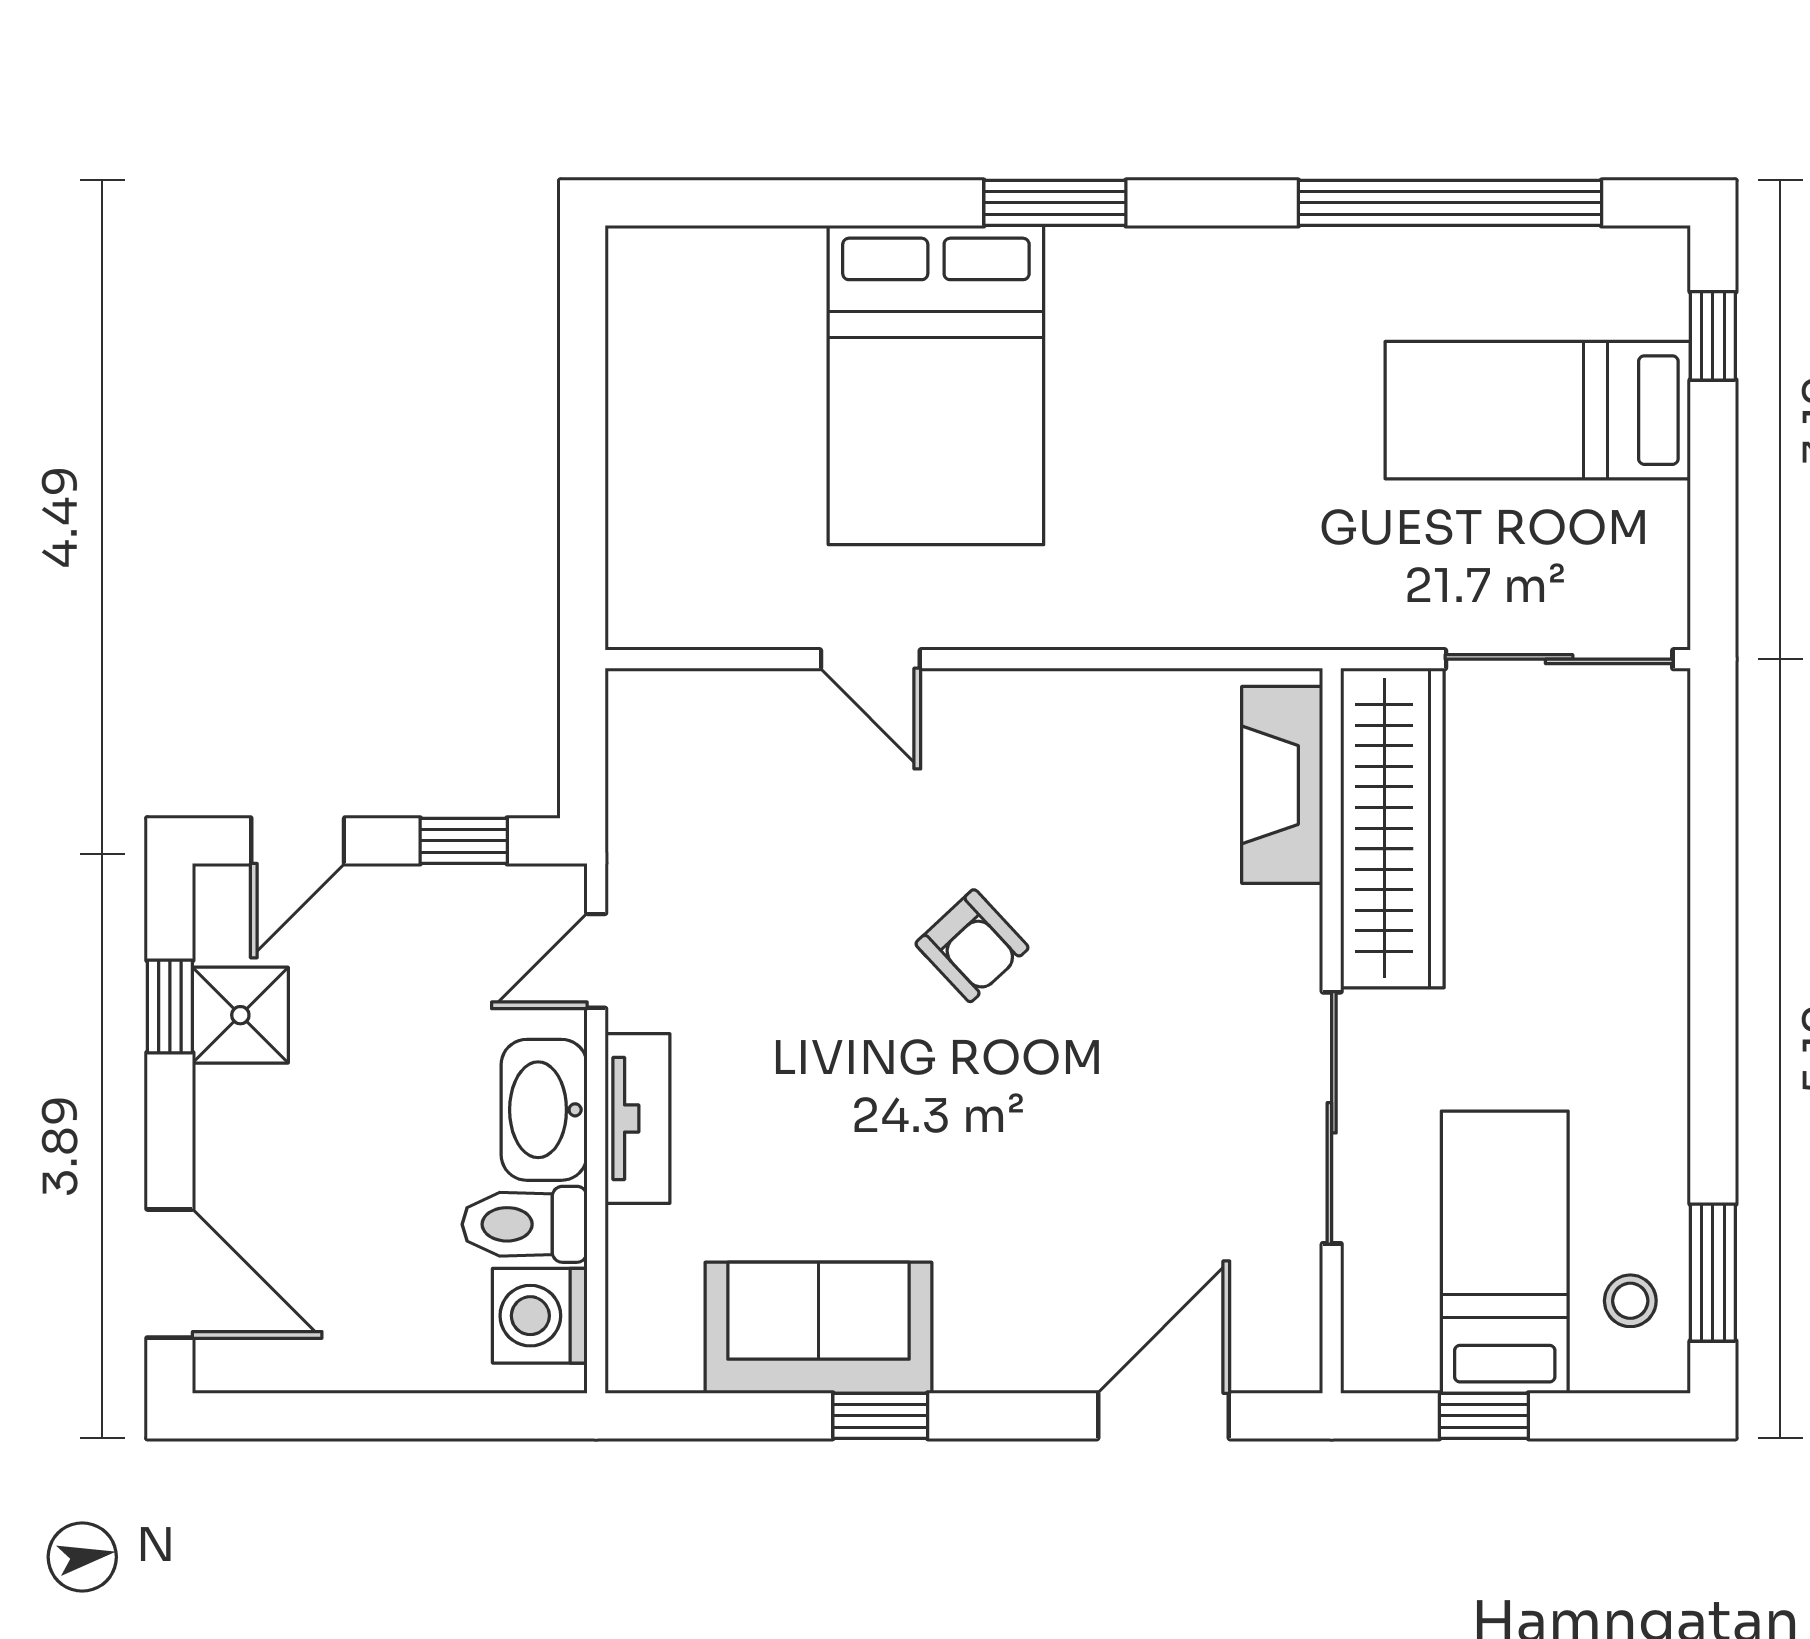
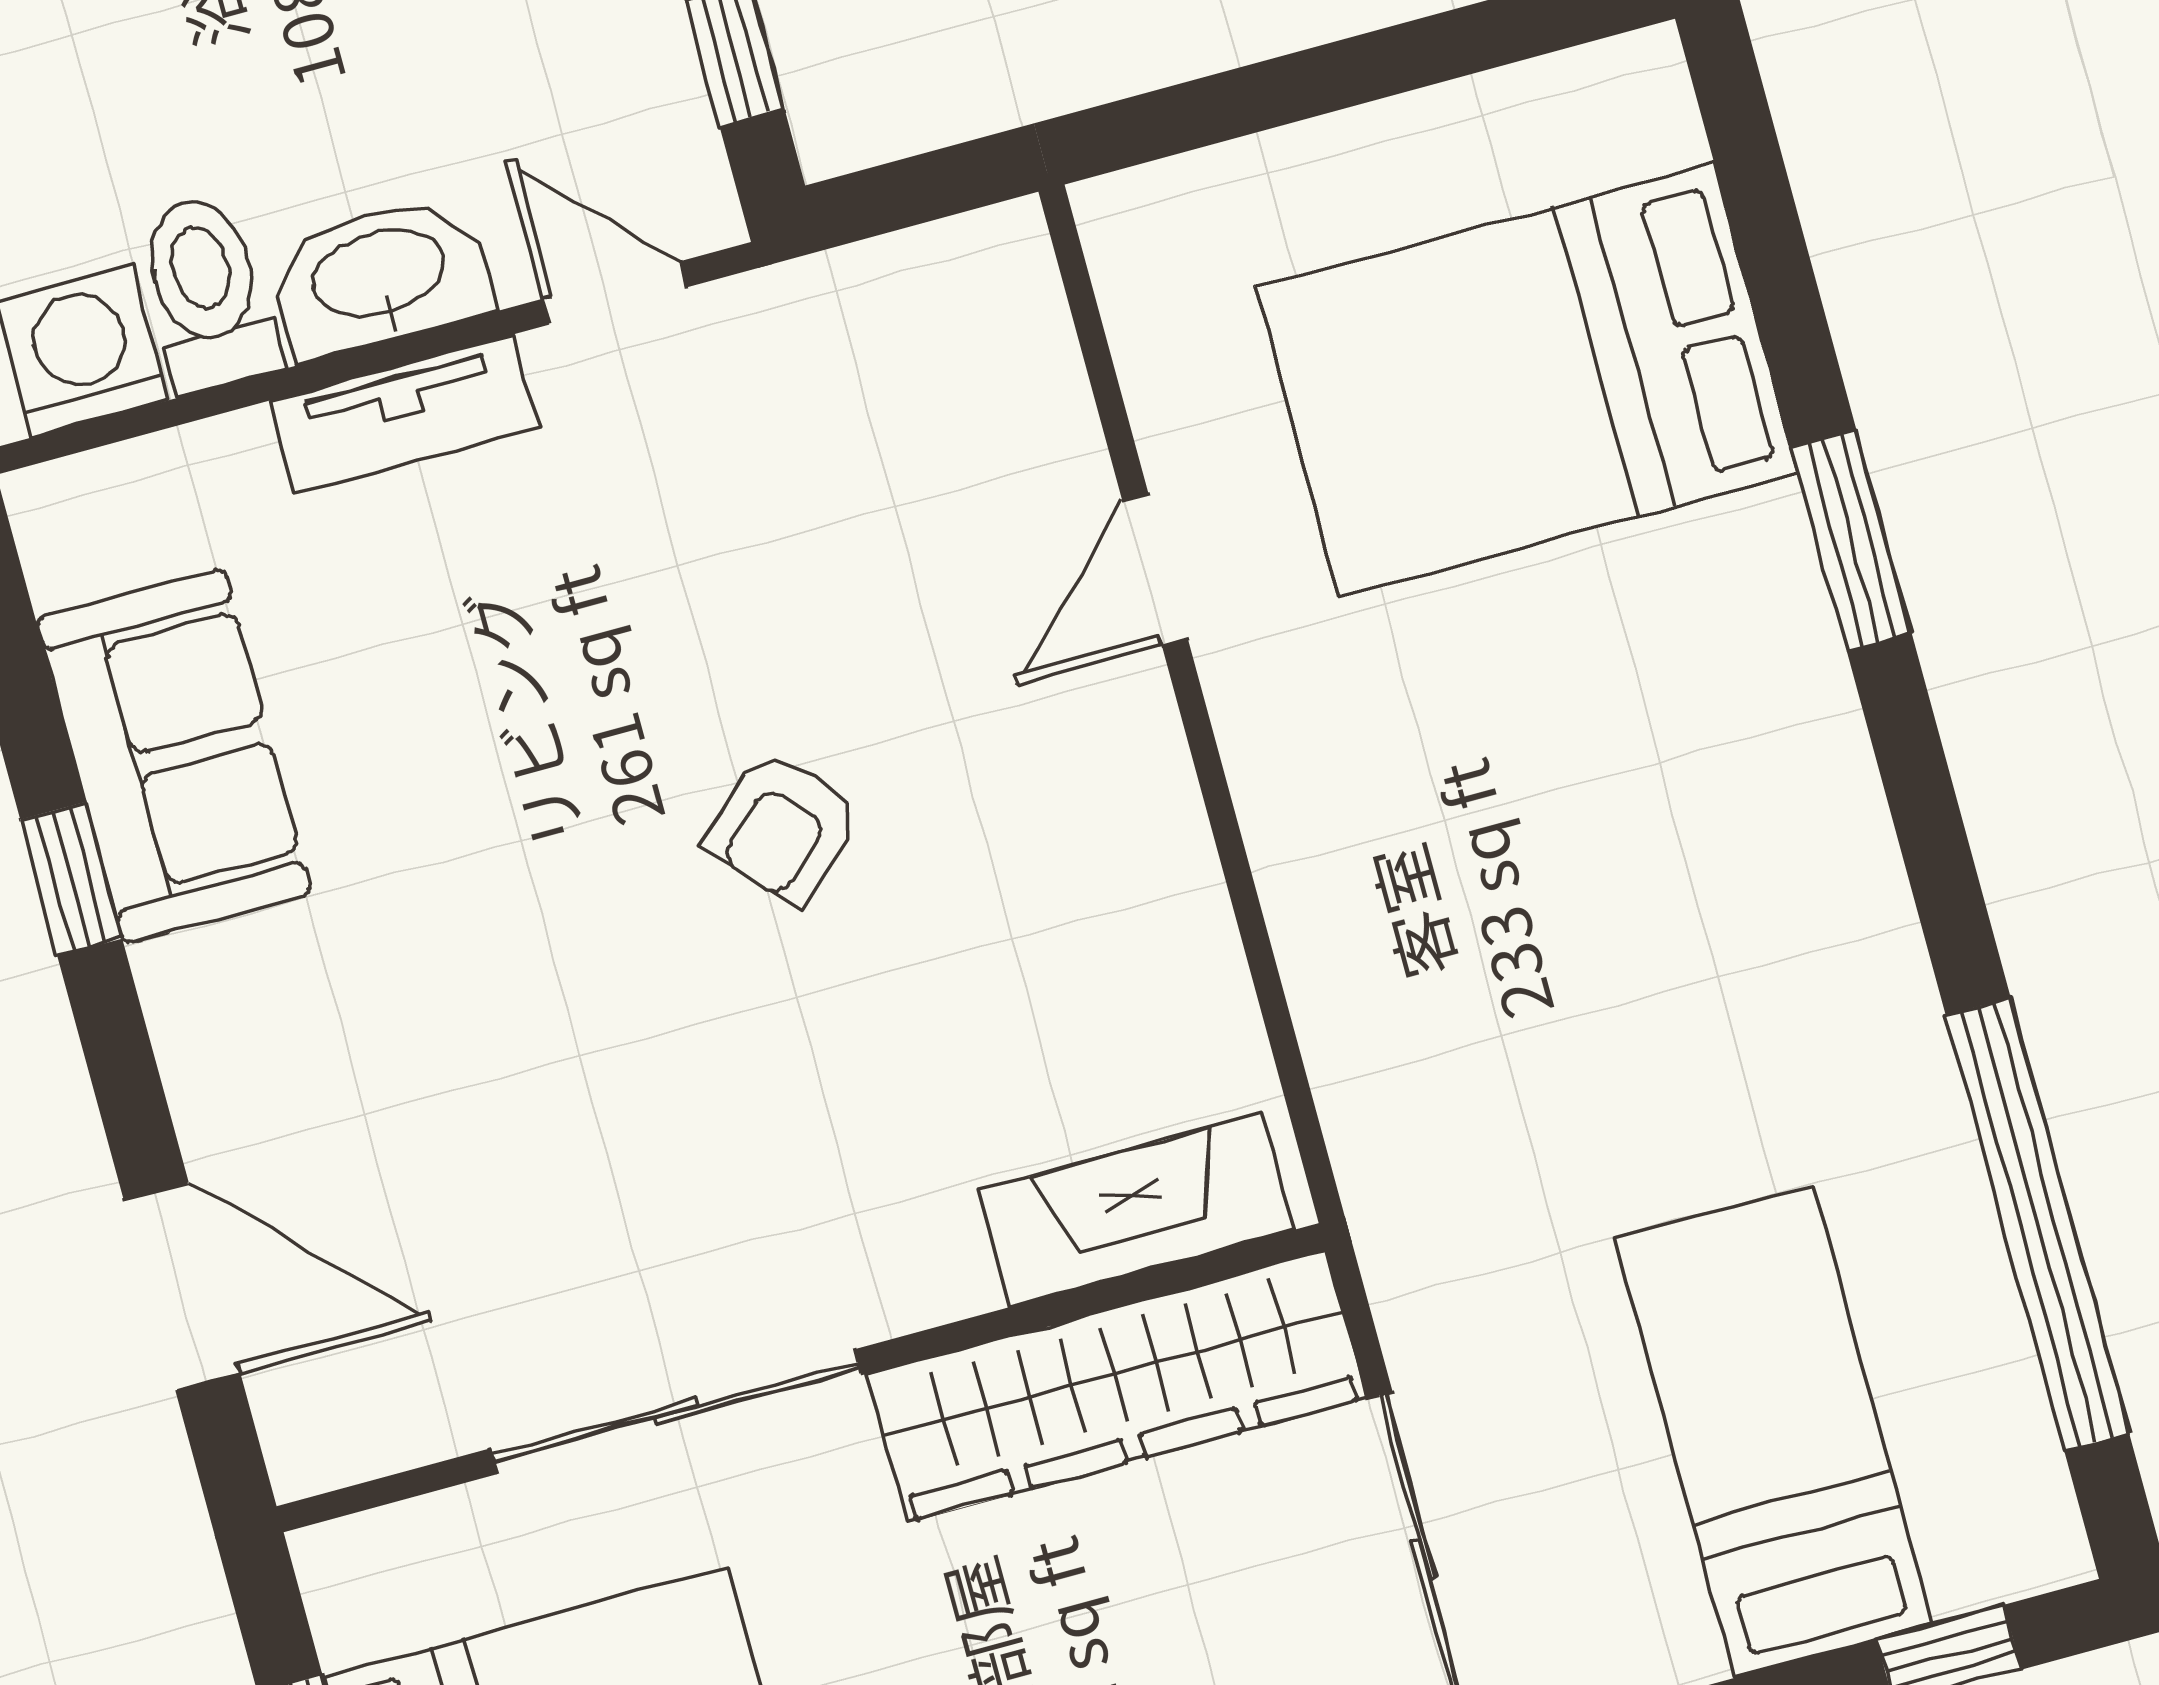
window: (1055, 203) -> (1852, 540), moved
bed: (936, 385) -> (1527, 380), moved

